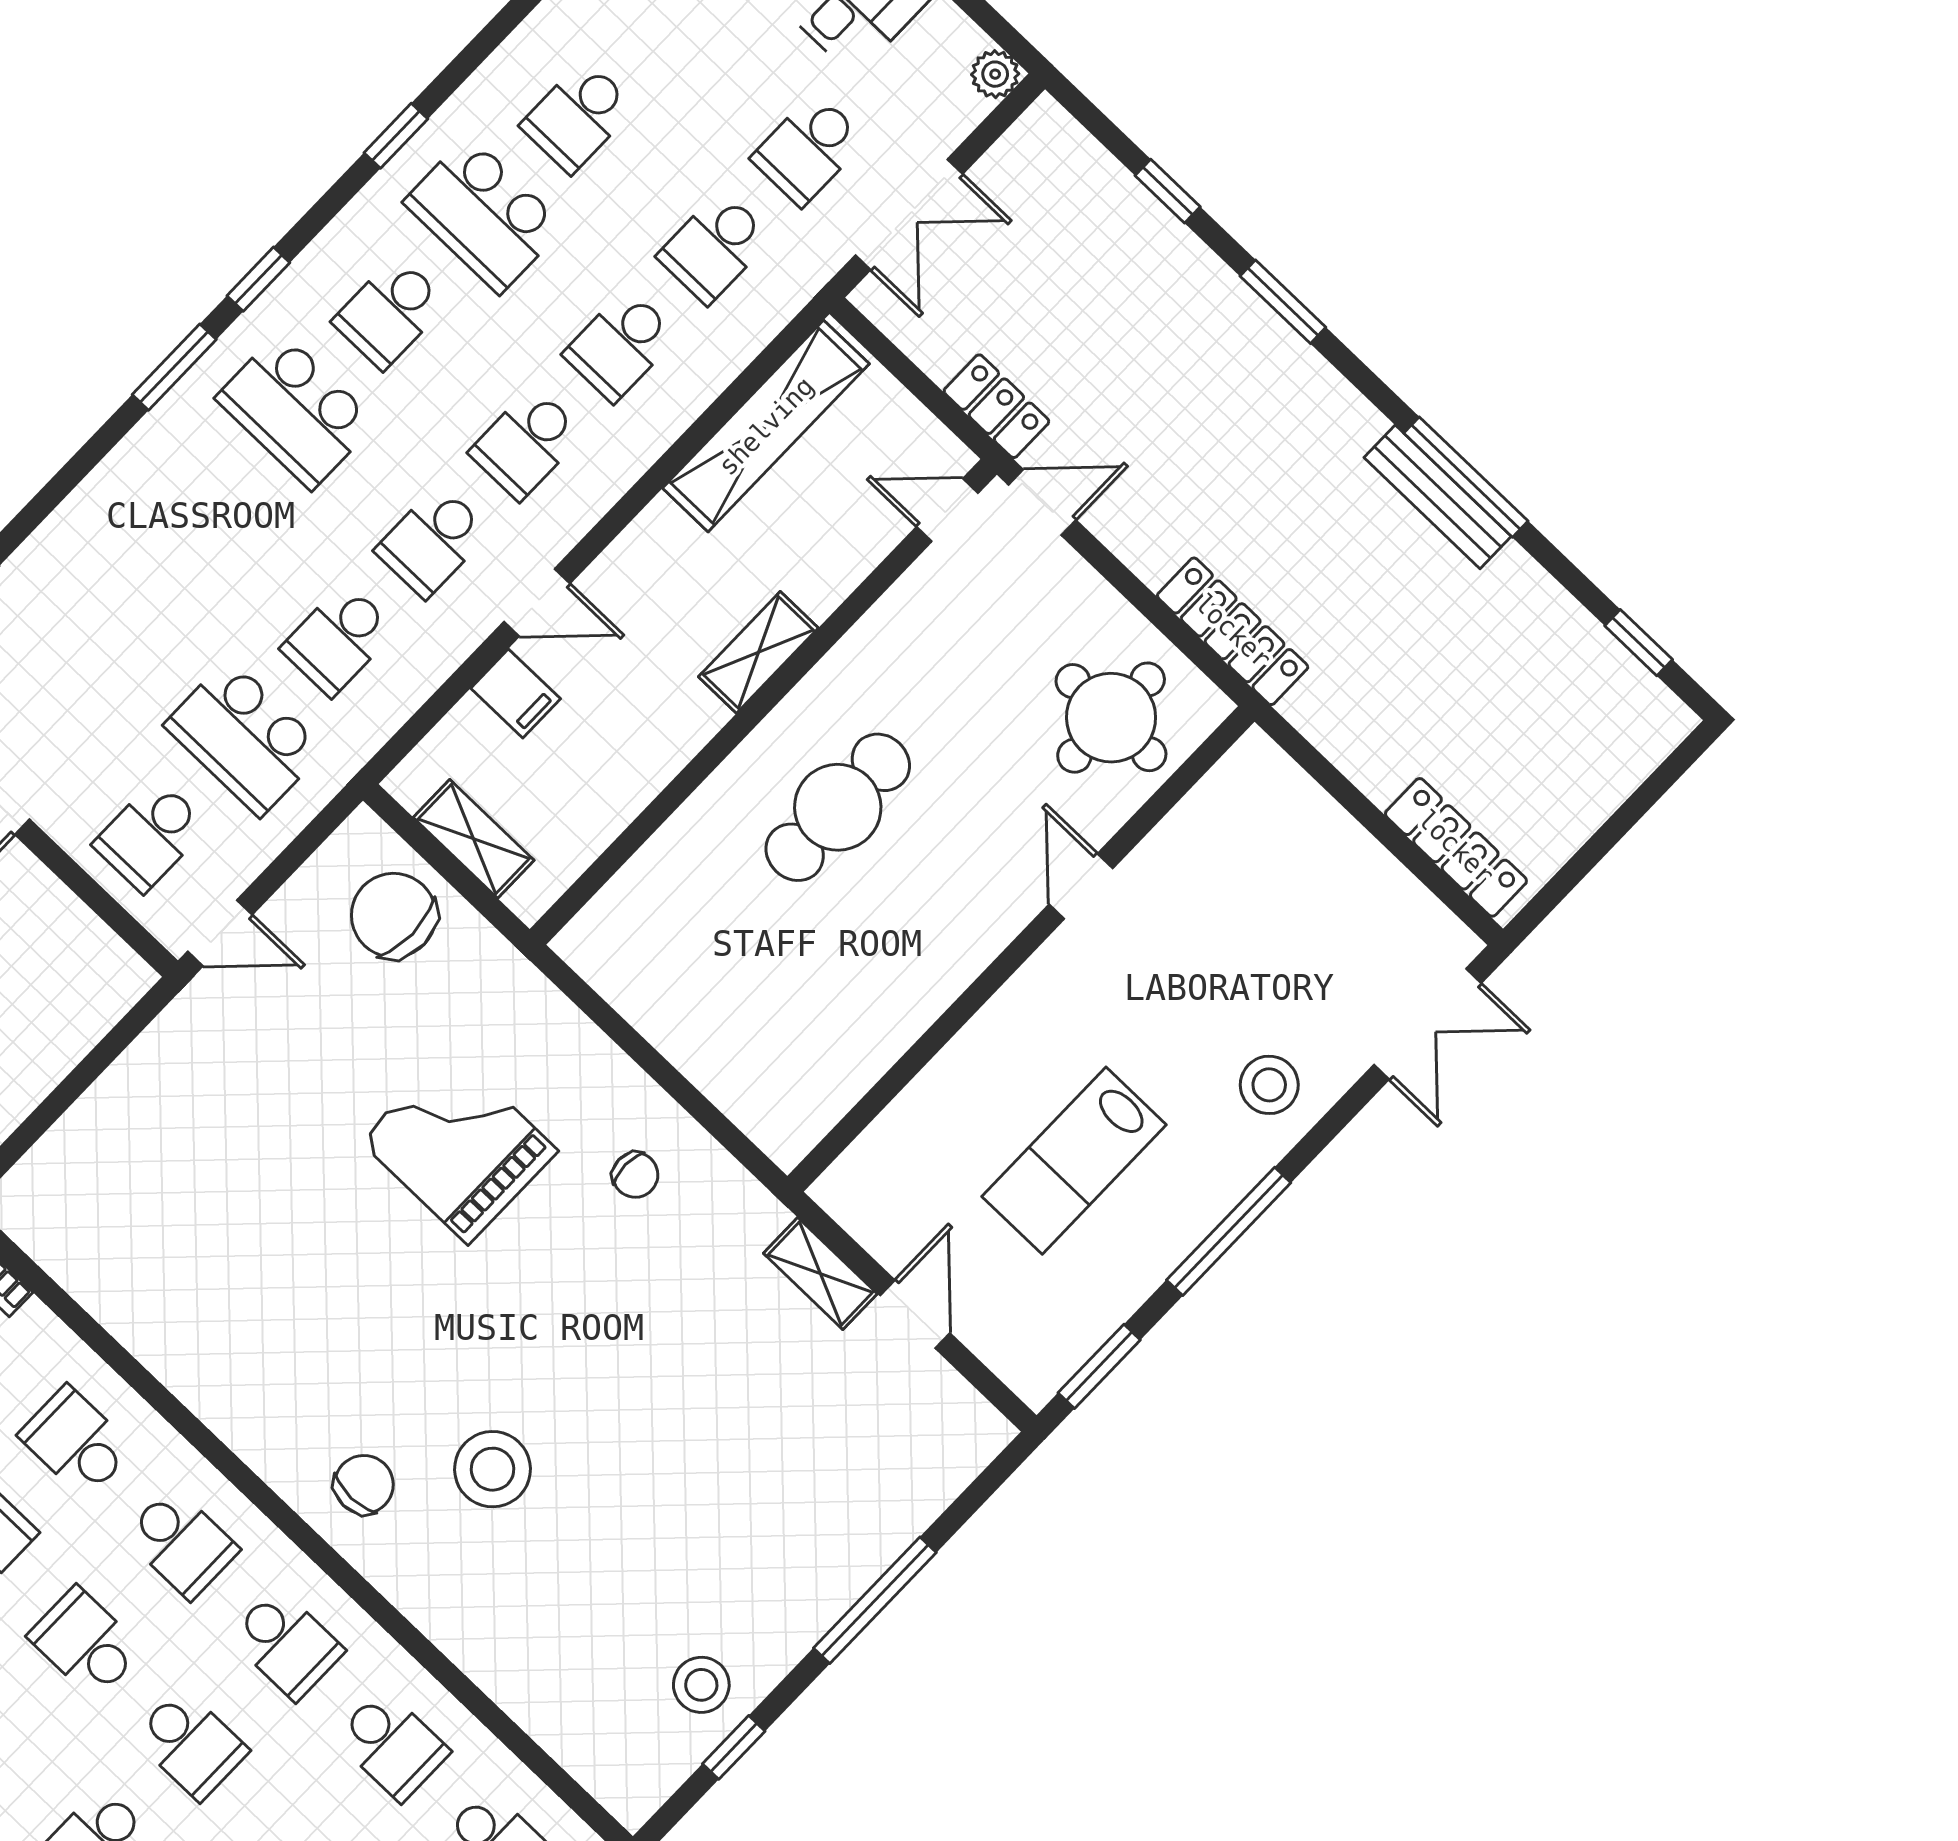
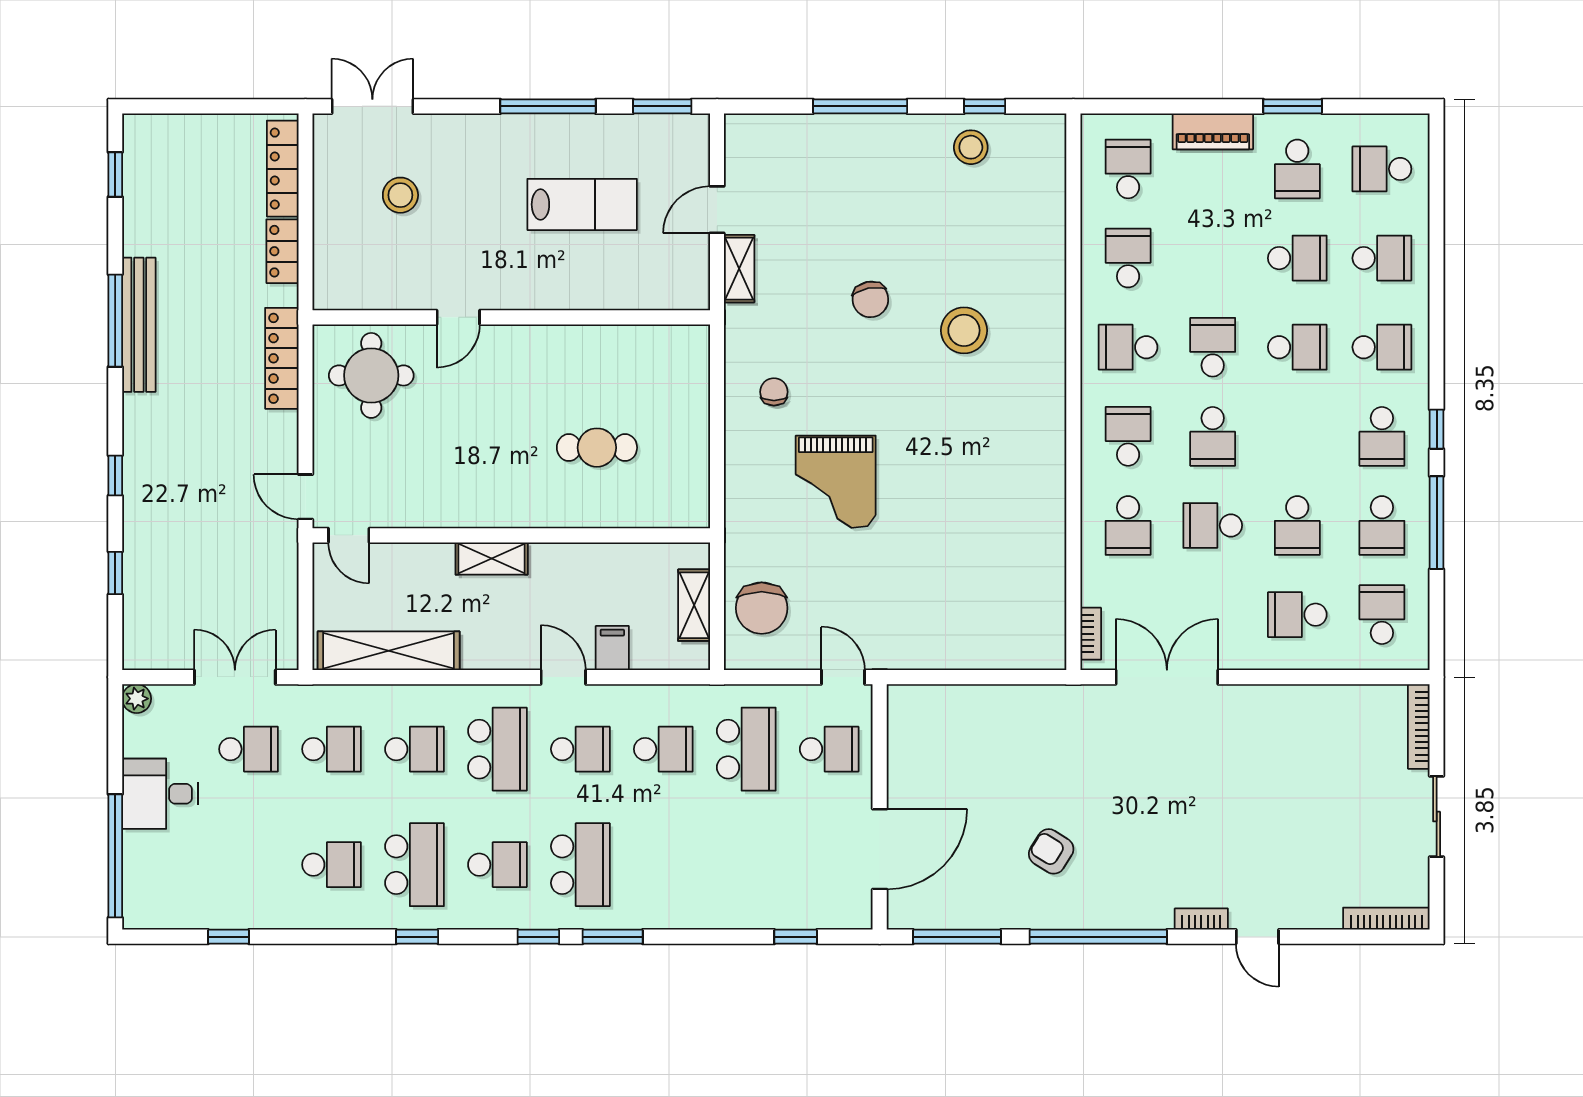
window: (1283, 302) -> (115, 475), width x0.67
locker: (996, 406) -> (282, 251), moved
school desk: (526, 443) -> (497, 749), width x1.85
bench: (1438, 497) -> (139, 325), width x1.37, depth x1.21
cafe table: (838, 807) -> (597, 448), moved, width x0.73, depth x0.74
stool: (1269, 1085) -> (400, 195), moved
chair: (364, 1485) -> (870, 299), moved, turned -101
school desk: (287, 1644) -> (1128, 347), turned -90

